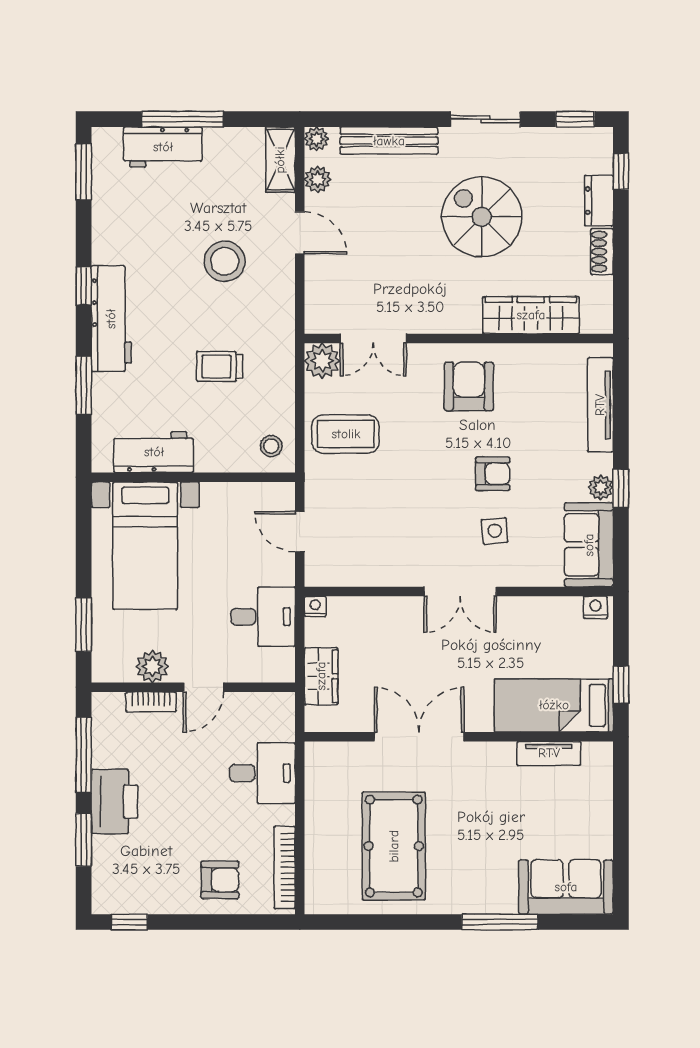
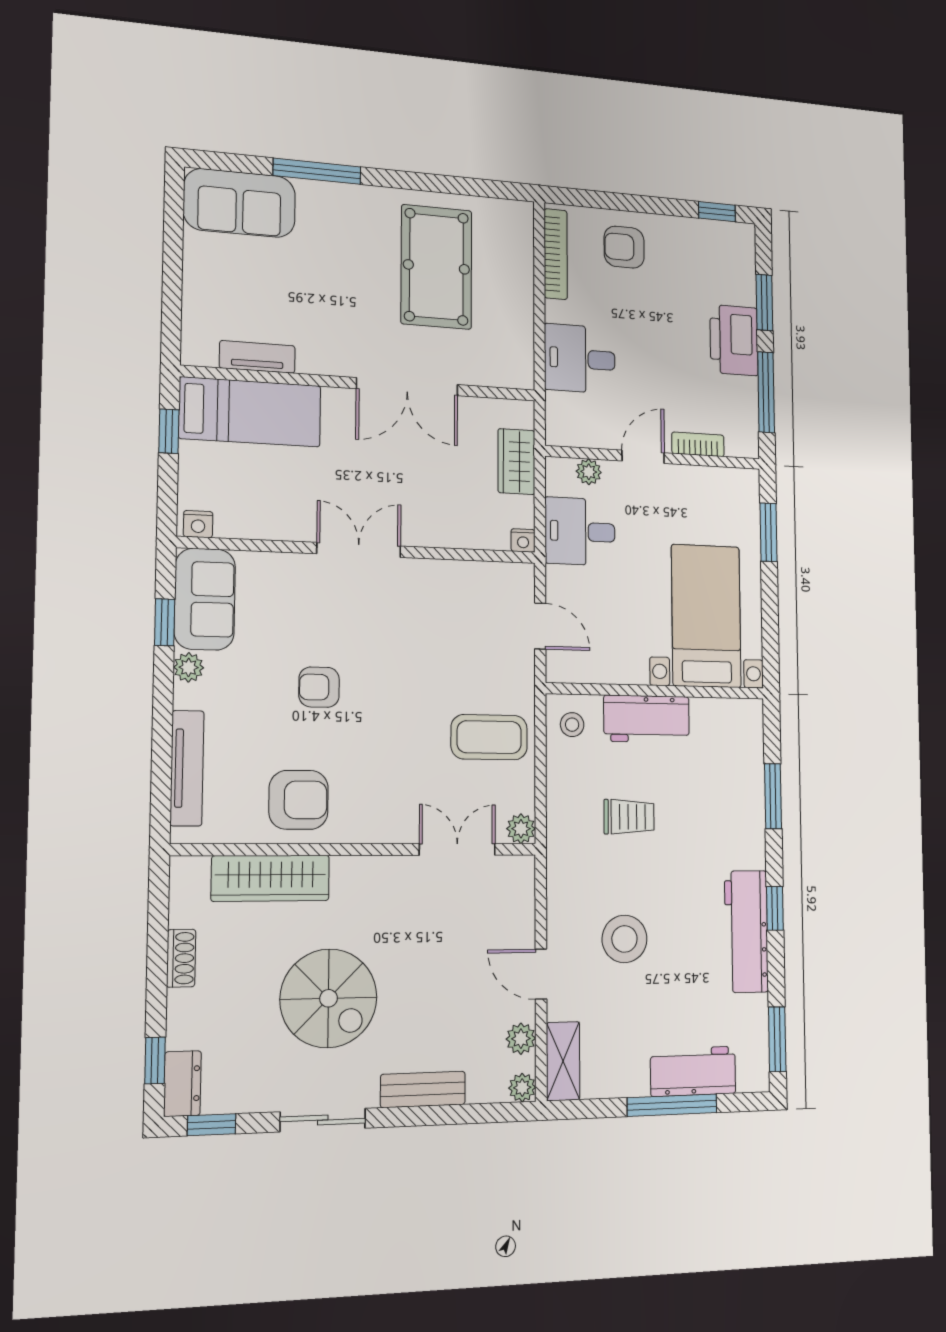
bench: (389, 141) -> (423, 1089), width x0.73
dresser: (599, 201) -> (182, 1084), moved
workbench: (111, 319) -> (746, 931), moved
plant: (322, 361) -> (521, 829), width x0.73, depth x0.73
armchair: (469, 386) -> (299, 800), moved, turned -90
workbench: (154, 452) -> (647, 719), moved
window: (621, 488) -> (165, 622), moved
side table: (495, 531) -> (318, 620), removed
plant: (152, 666) -> (589, 472), moved, width x0.73, depth x0.73

